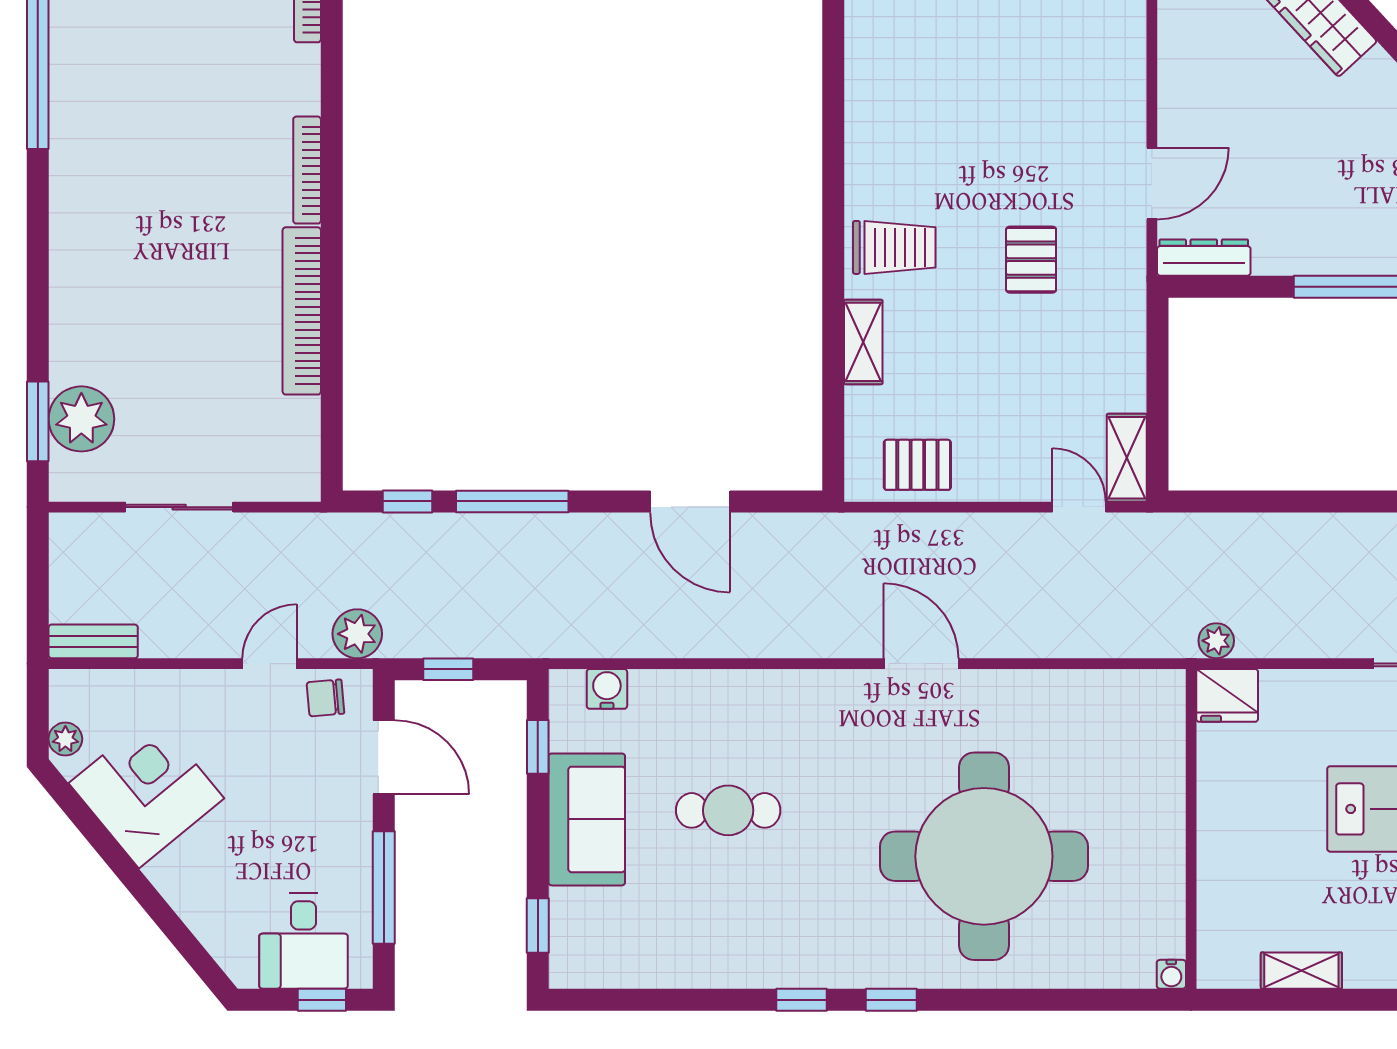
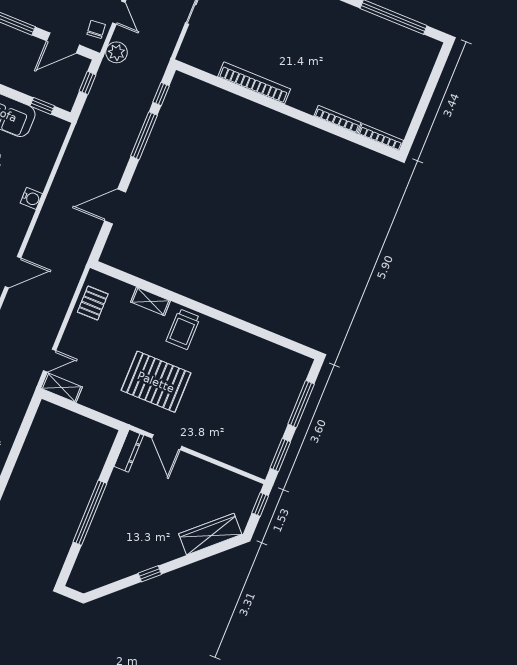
bookcase: (307, 170) -> (337, 119), moved
pallet: (1031, 260) -> (156, 382), width x2.05, depth x2.00
water cooler: (607, 689) -> (31, 198), moved

